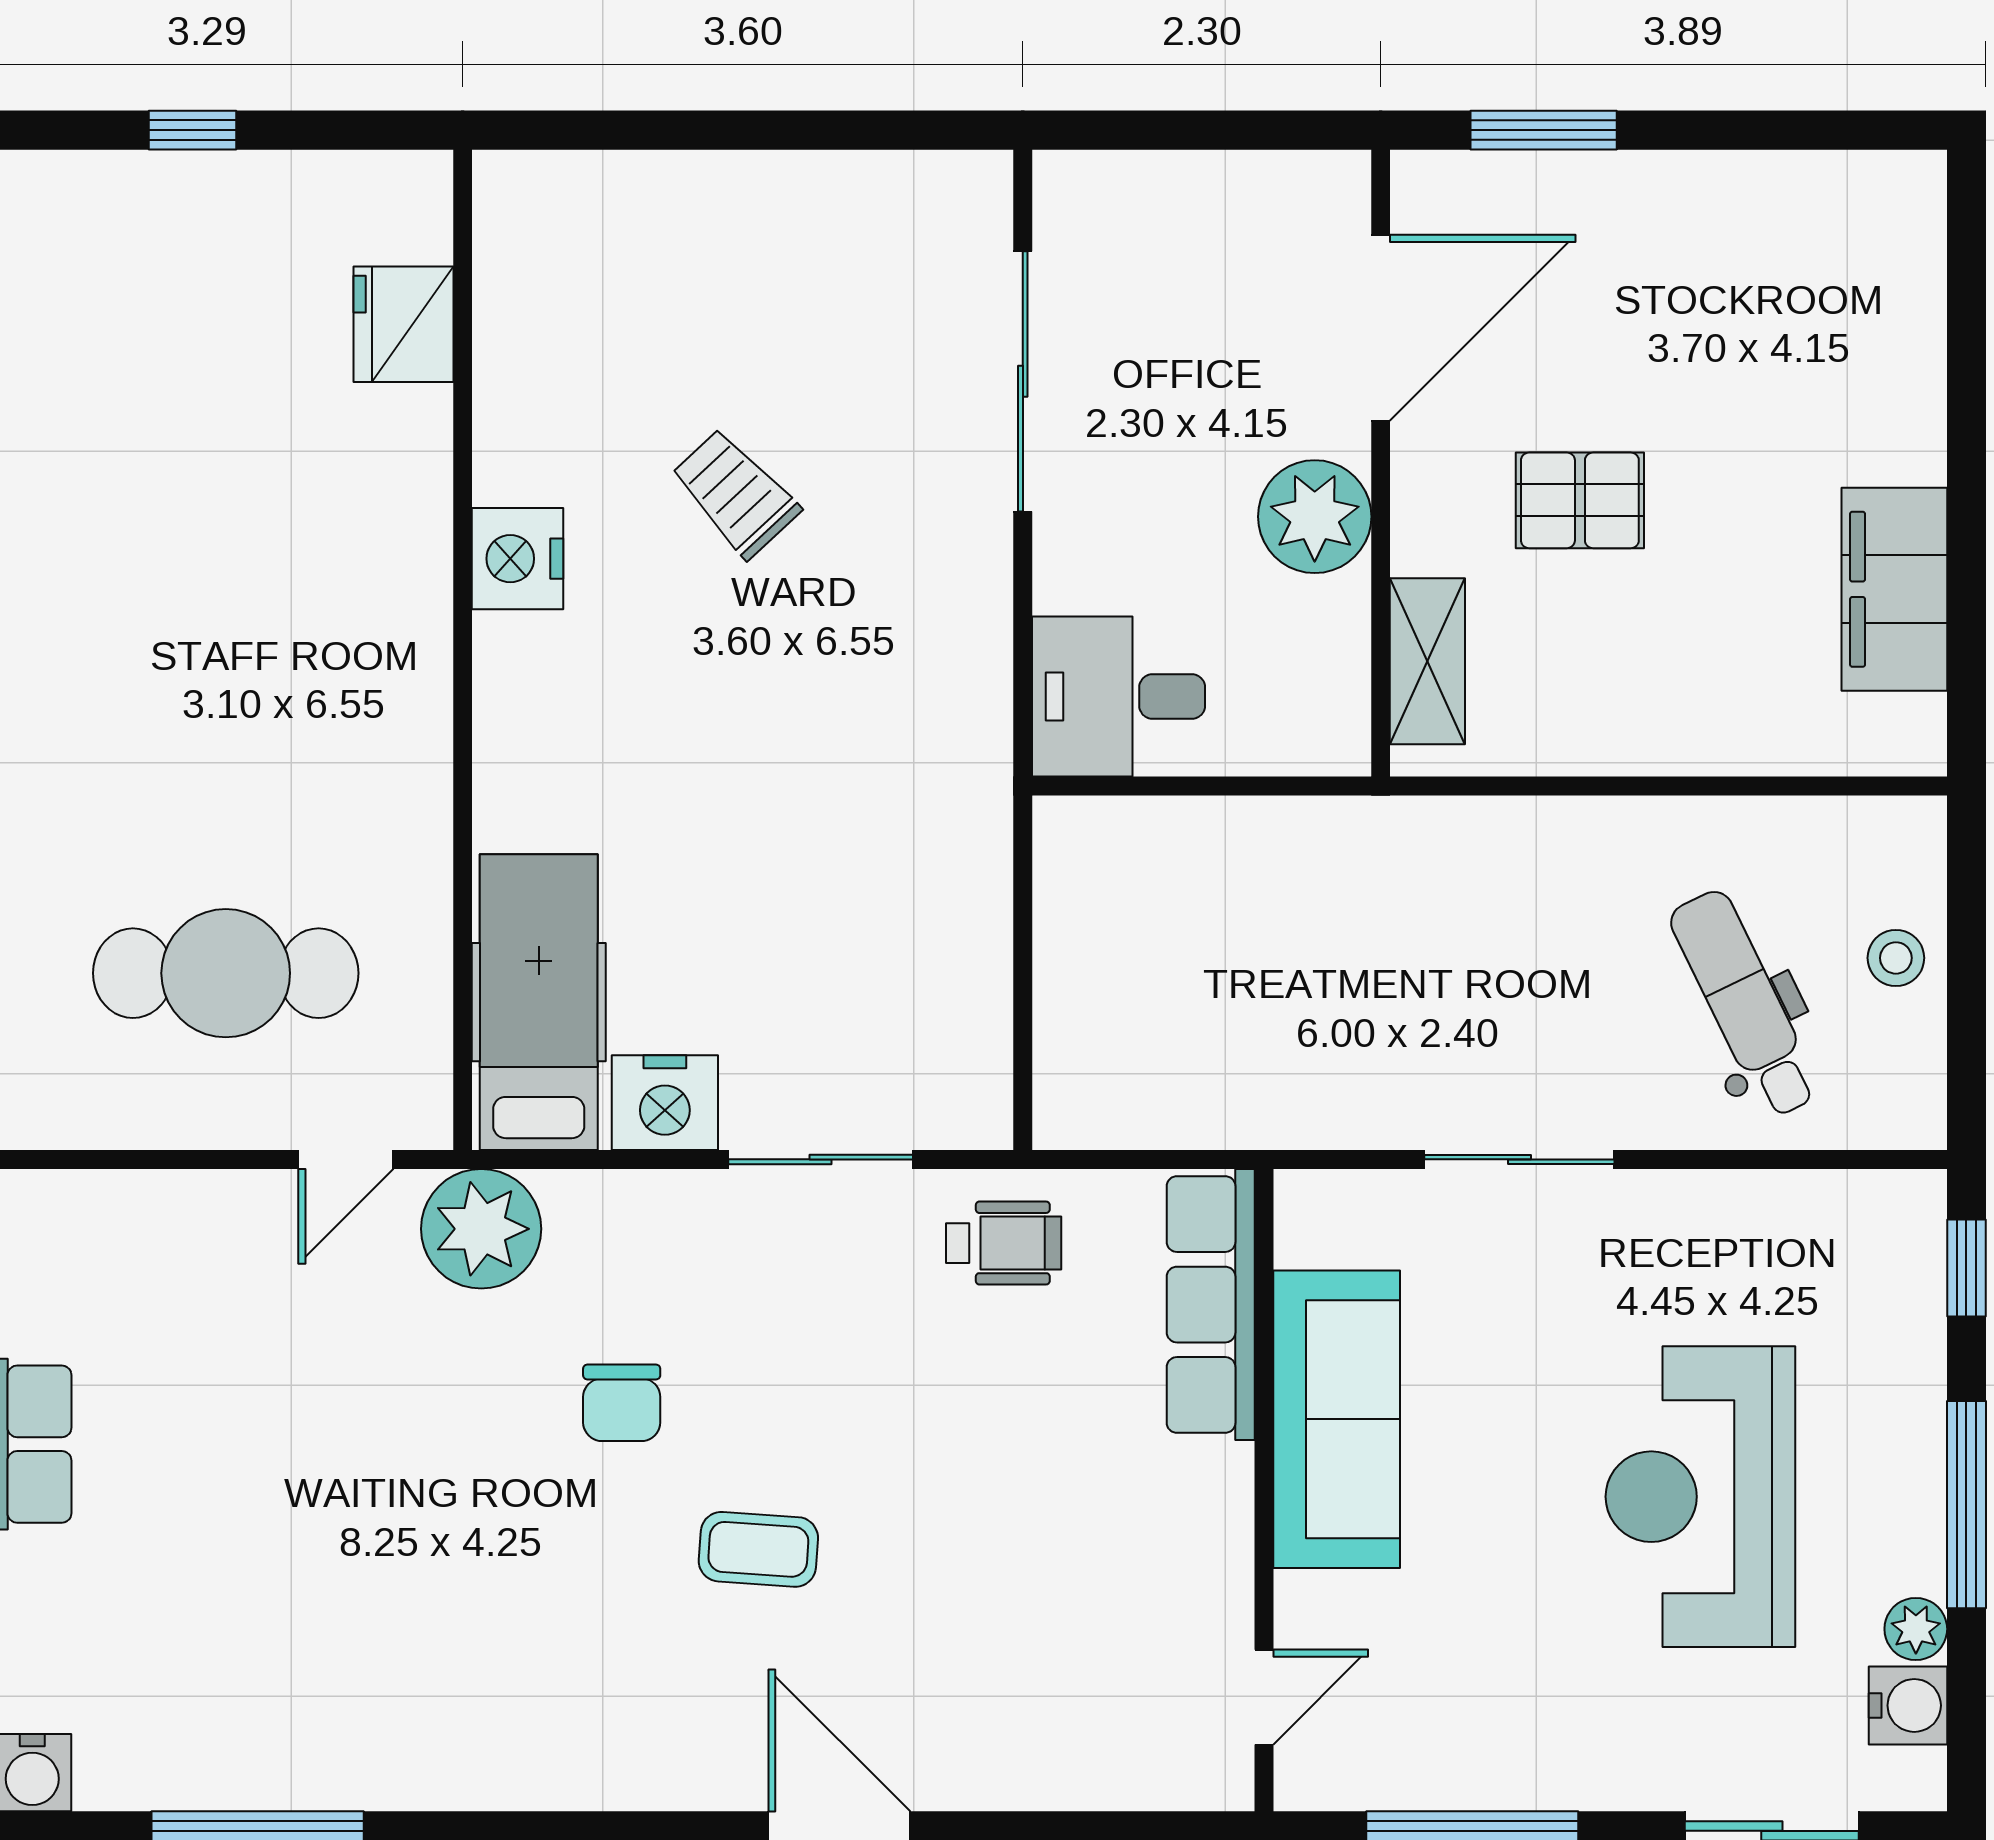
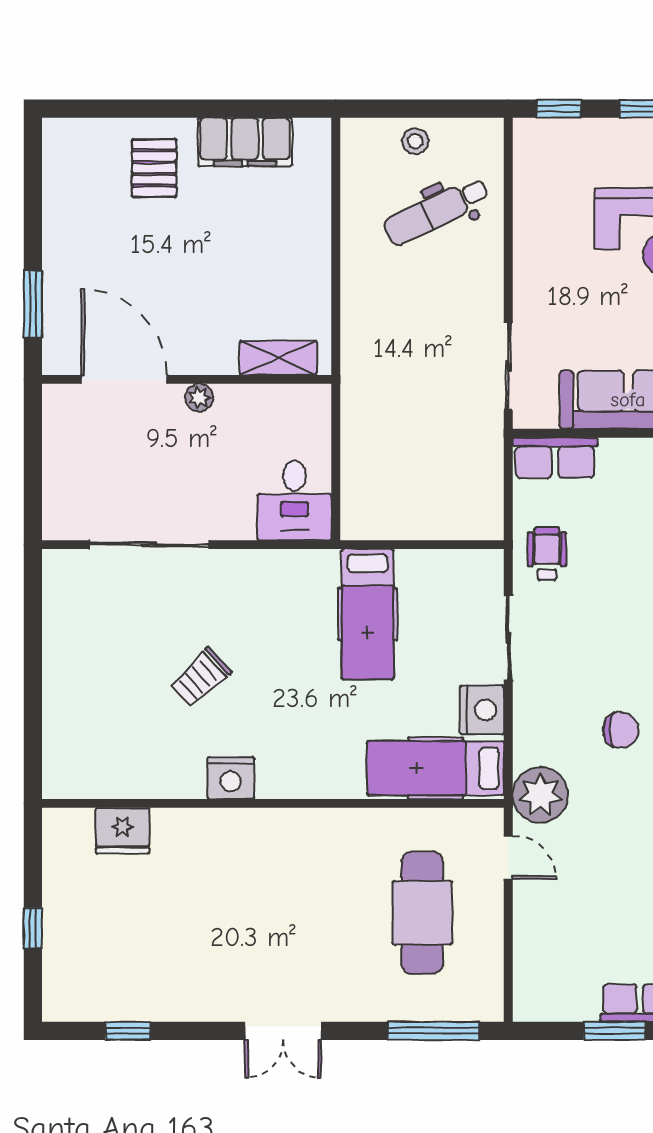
pallet: (1580, 500) -> (154, 168), moved
plant: (1315, 517) -> (199, 398), width x0.53, depth x0.53
hospital bed: (872, 855) -> (368, 614), added
sliding door: (1519, 1159) -> (508, 366), moved
row of seats: (1211, 1305) -> (555, 458), width x0.68

